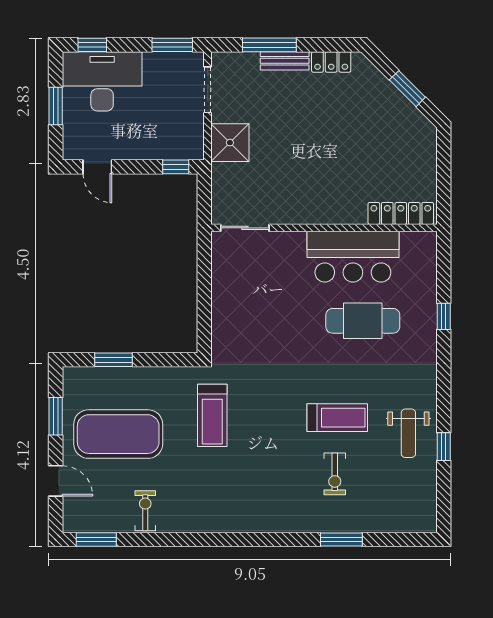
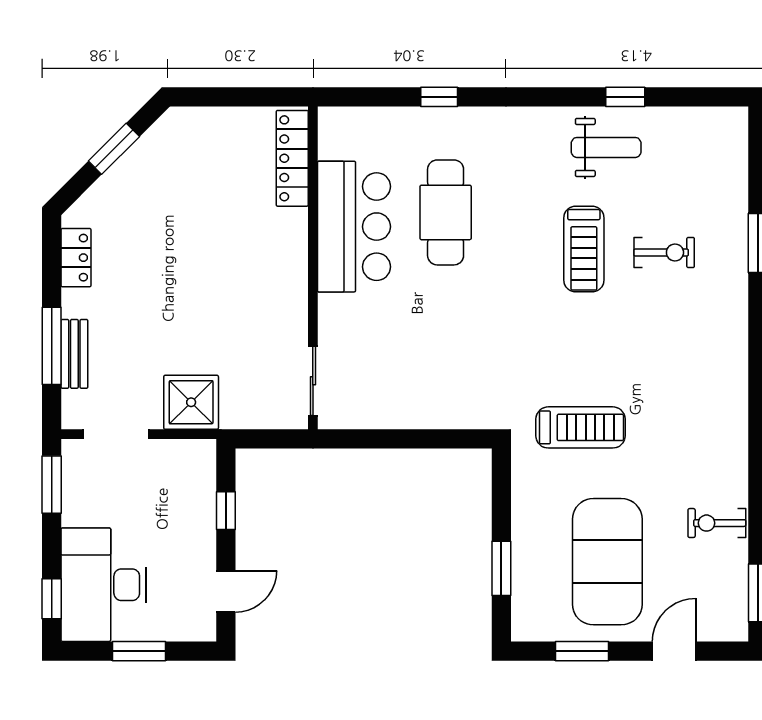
bench: (285, 61) -> (74, 354), moved
window: (176, 167) -> (226, 511), moved
treadmill: (337, 418) -> (584, 249), turned 180

